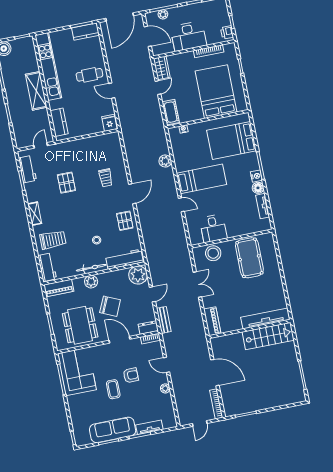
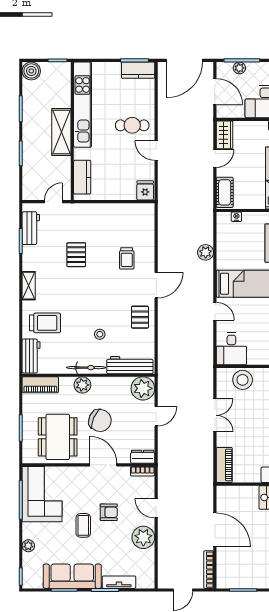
desk: (213, 228) -> (231, 349), moved
bench: (164, 320) -> (164, 451), removed
plant: (165, 388) -> (143, 537), width x1.88, depth x1.88
plant: (74, 413) -> (28, 546), added

